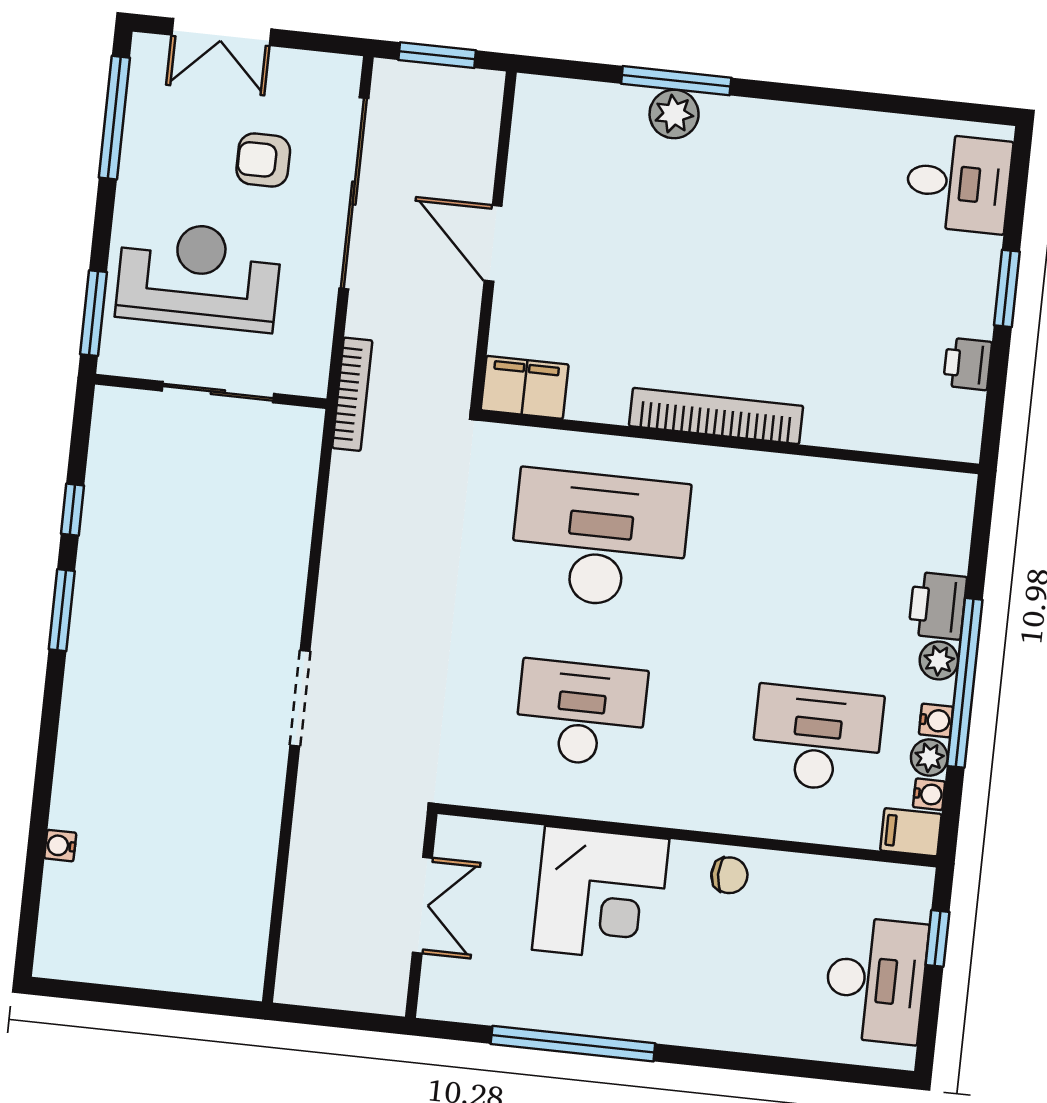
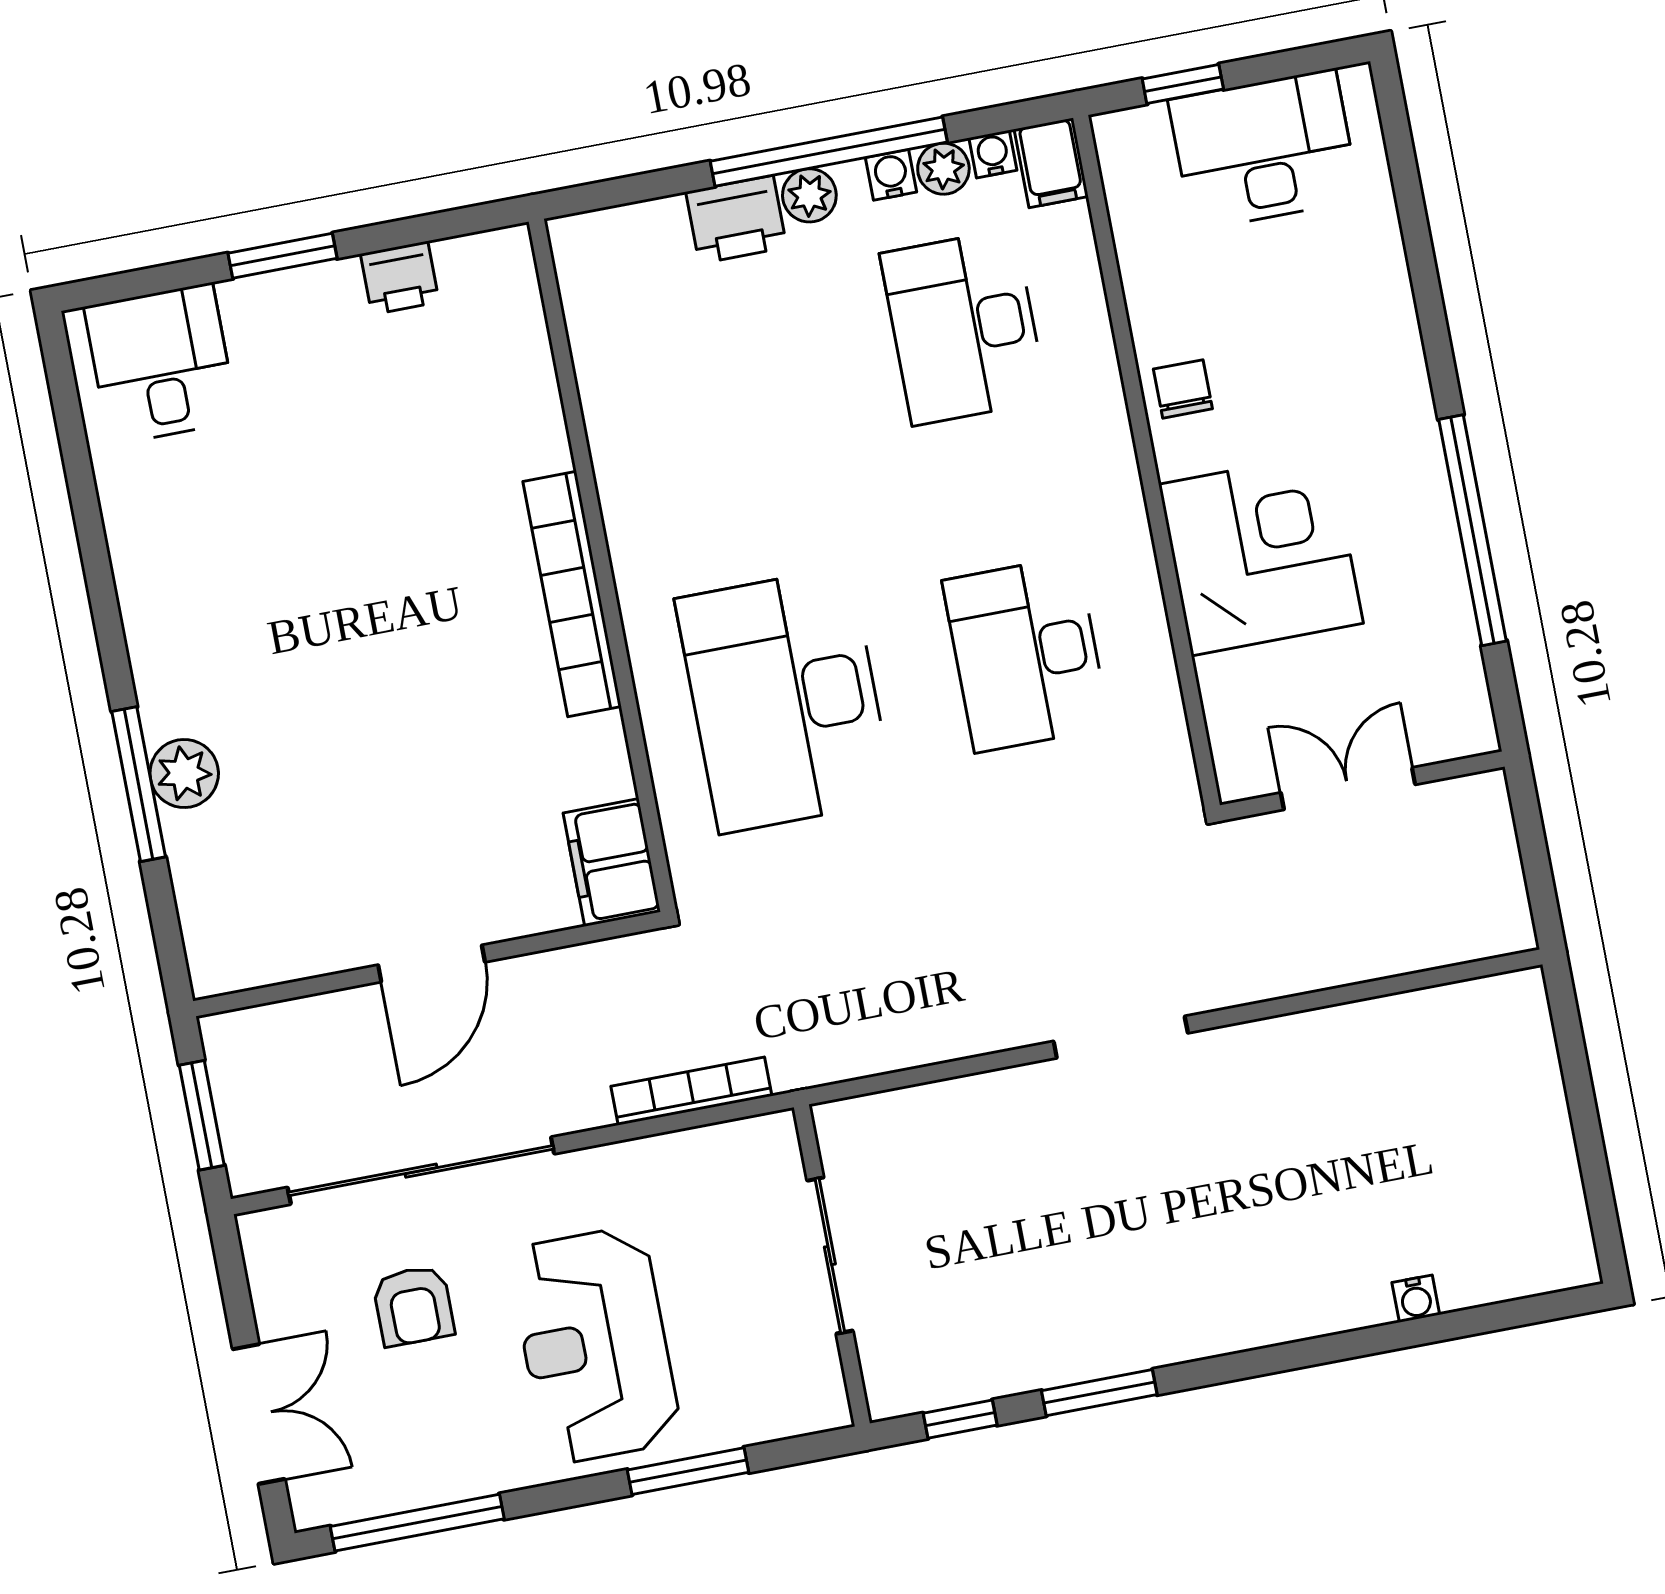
wall: (211, 391) -> (832, 1265), moved
sliding door: (218, 392) -> (830, 1256), moved

